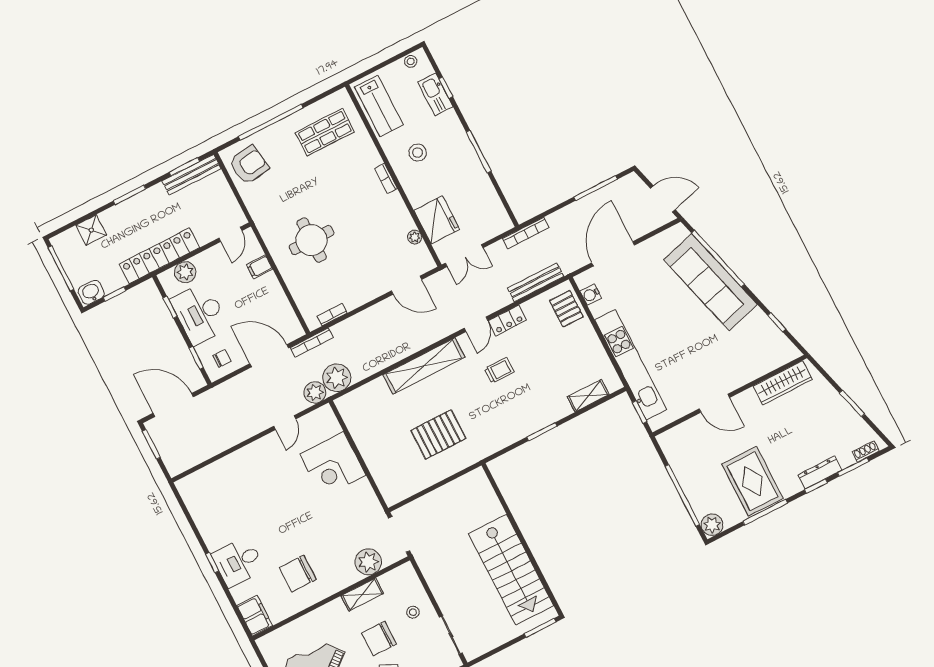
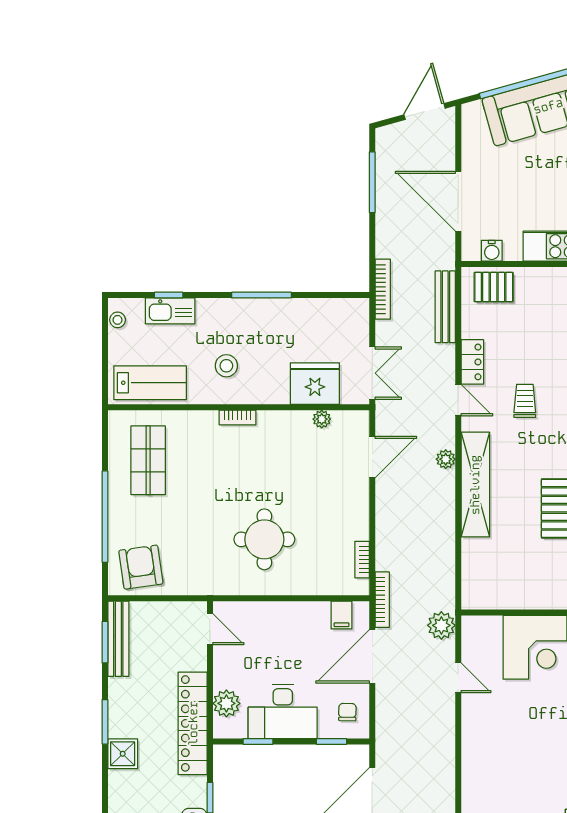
shower: (91, 230) -> (123, 754), moved
filing cabinet: (259, 267) -> (341, 615), moved
plant: (337, 378) -> (446, 459), moved, width x0.53, depth x0.53

